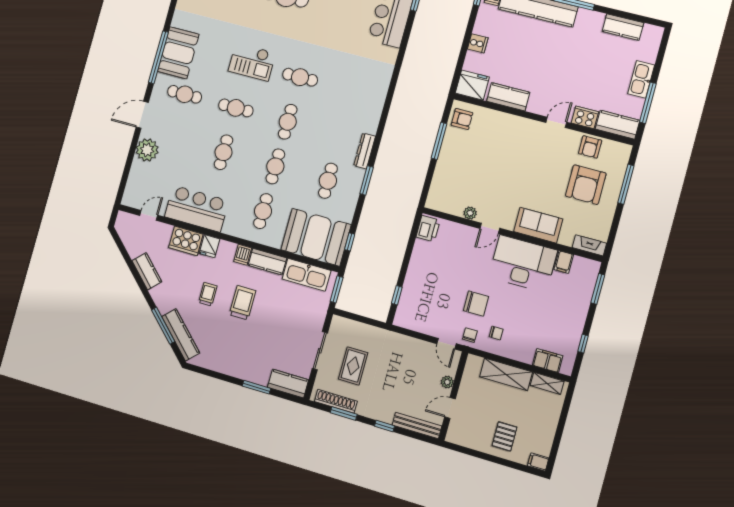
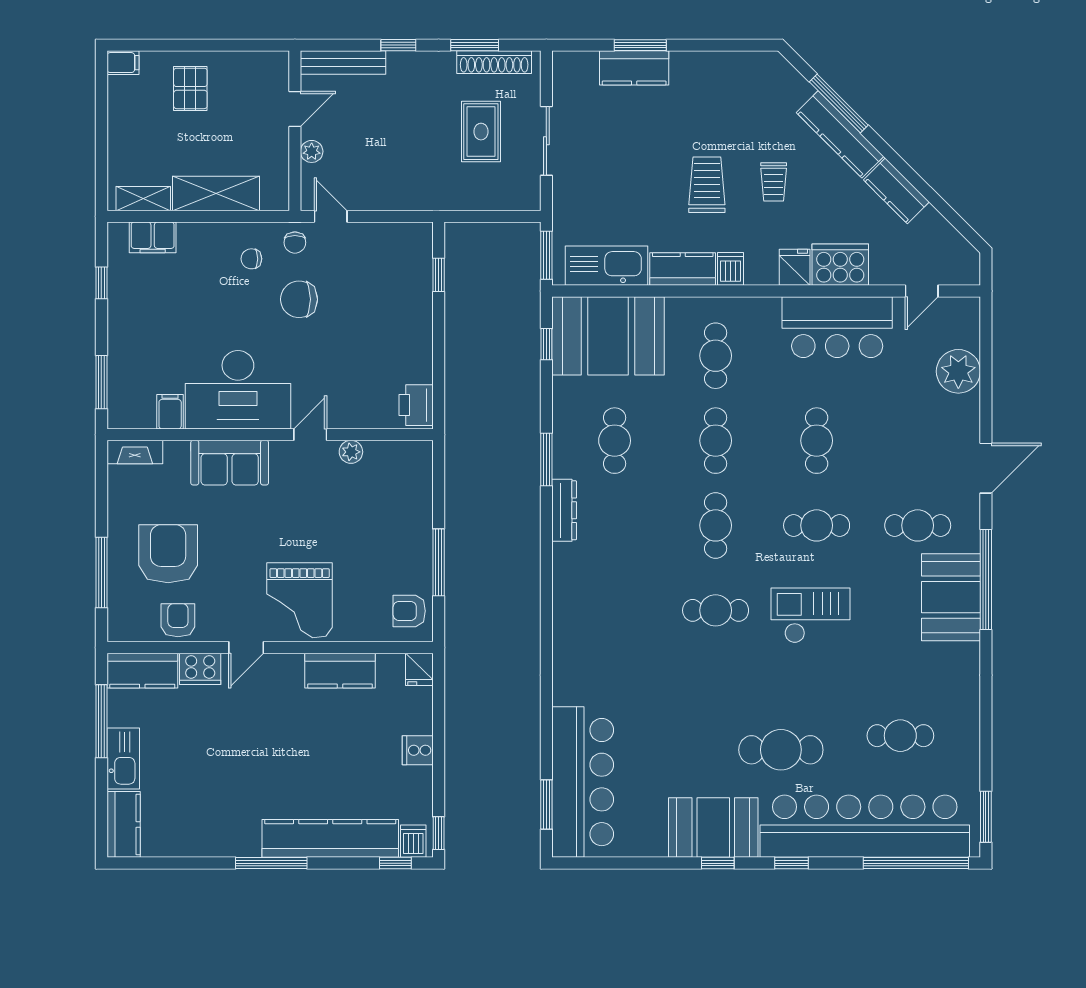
kitchen counter: (623, 27) -> (124, 824), moved, turned 90
fridge: (472, 85) -> (419, 669), width x0.53, depth x0.75
grand piano: (520, 140) -> (300, 600), added
plant: (147, 150) -> (958, 371), moved
trolley: (242, 303) -> (707, 185), turned 180
kitchen counter: (181, 335) -> (840, 134), moved
kitchen counter: (288, 384) -> (634, 68), moved

